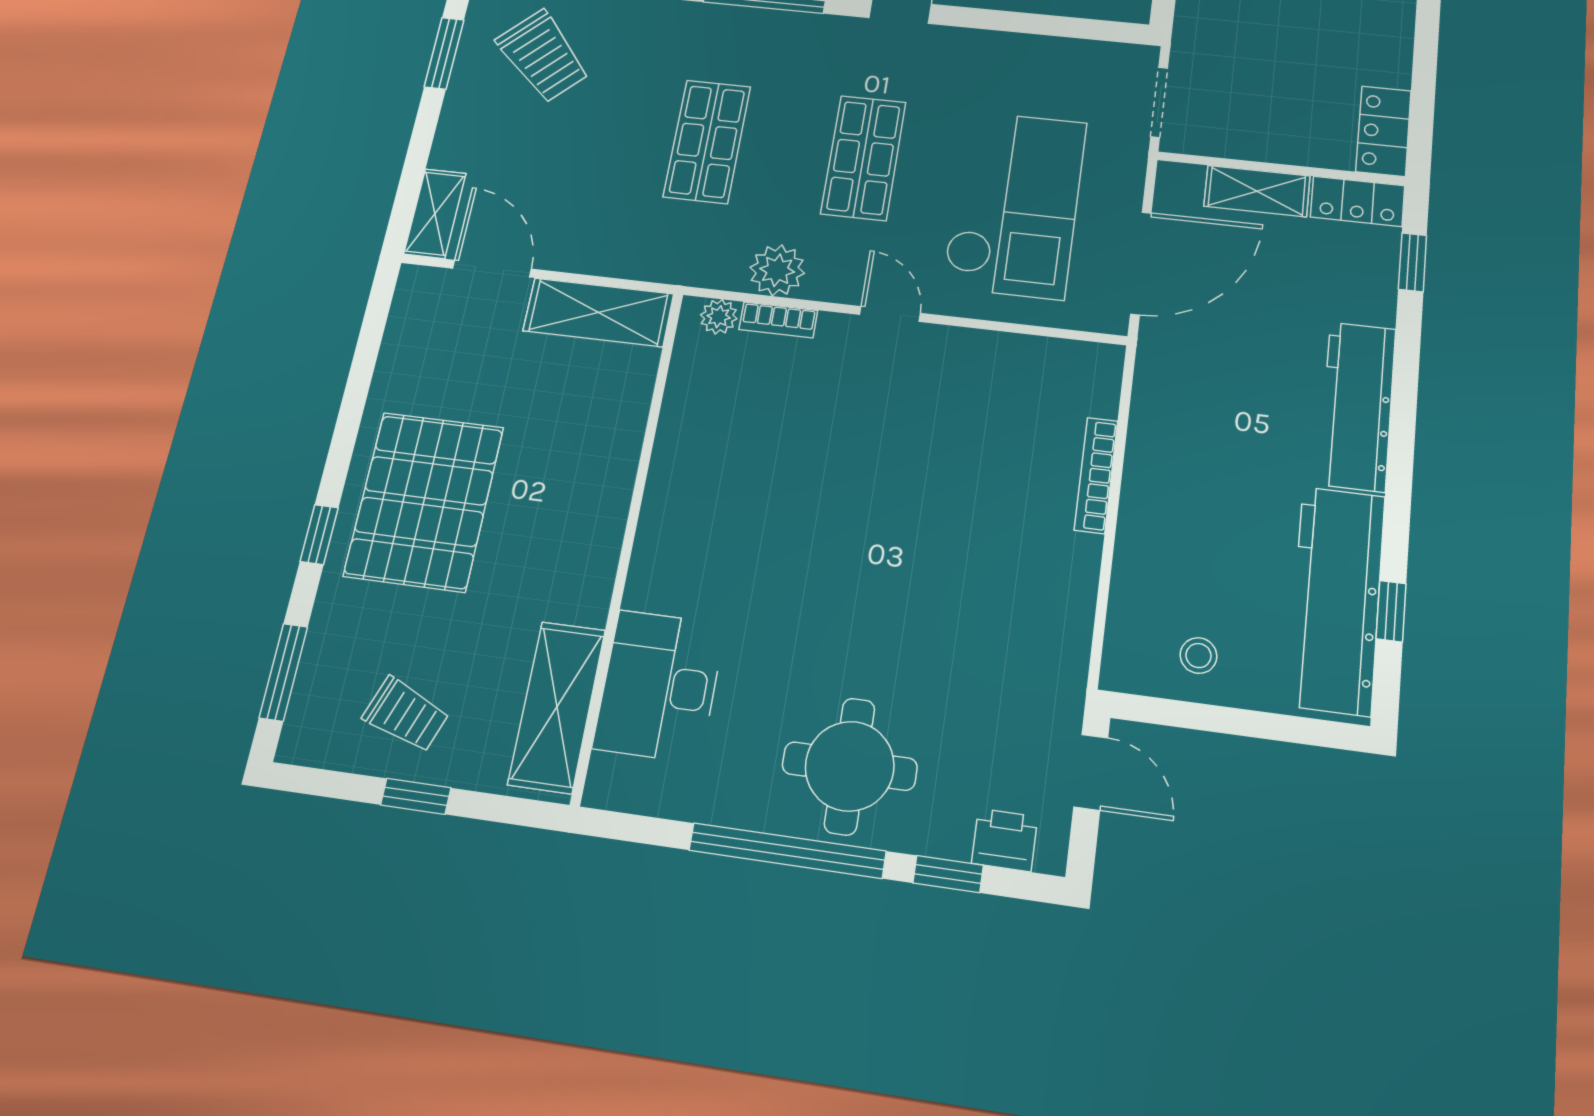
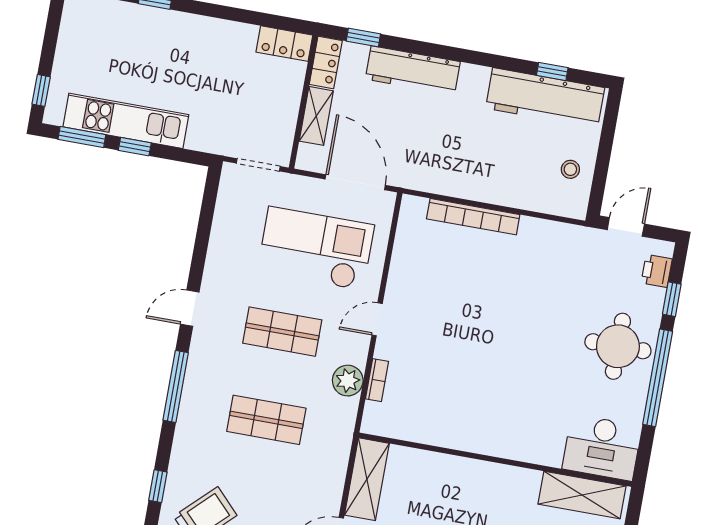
plant: (719, 317) -> (373, 413), removed
workbench: (1357, 406) -> (413, 70), moved
bookcase: (1096, 475) -> (473, 217), width x1.48, depth x1.31
desk: (659, 686) -> (602, 448), moved

